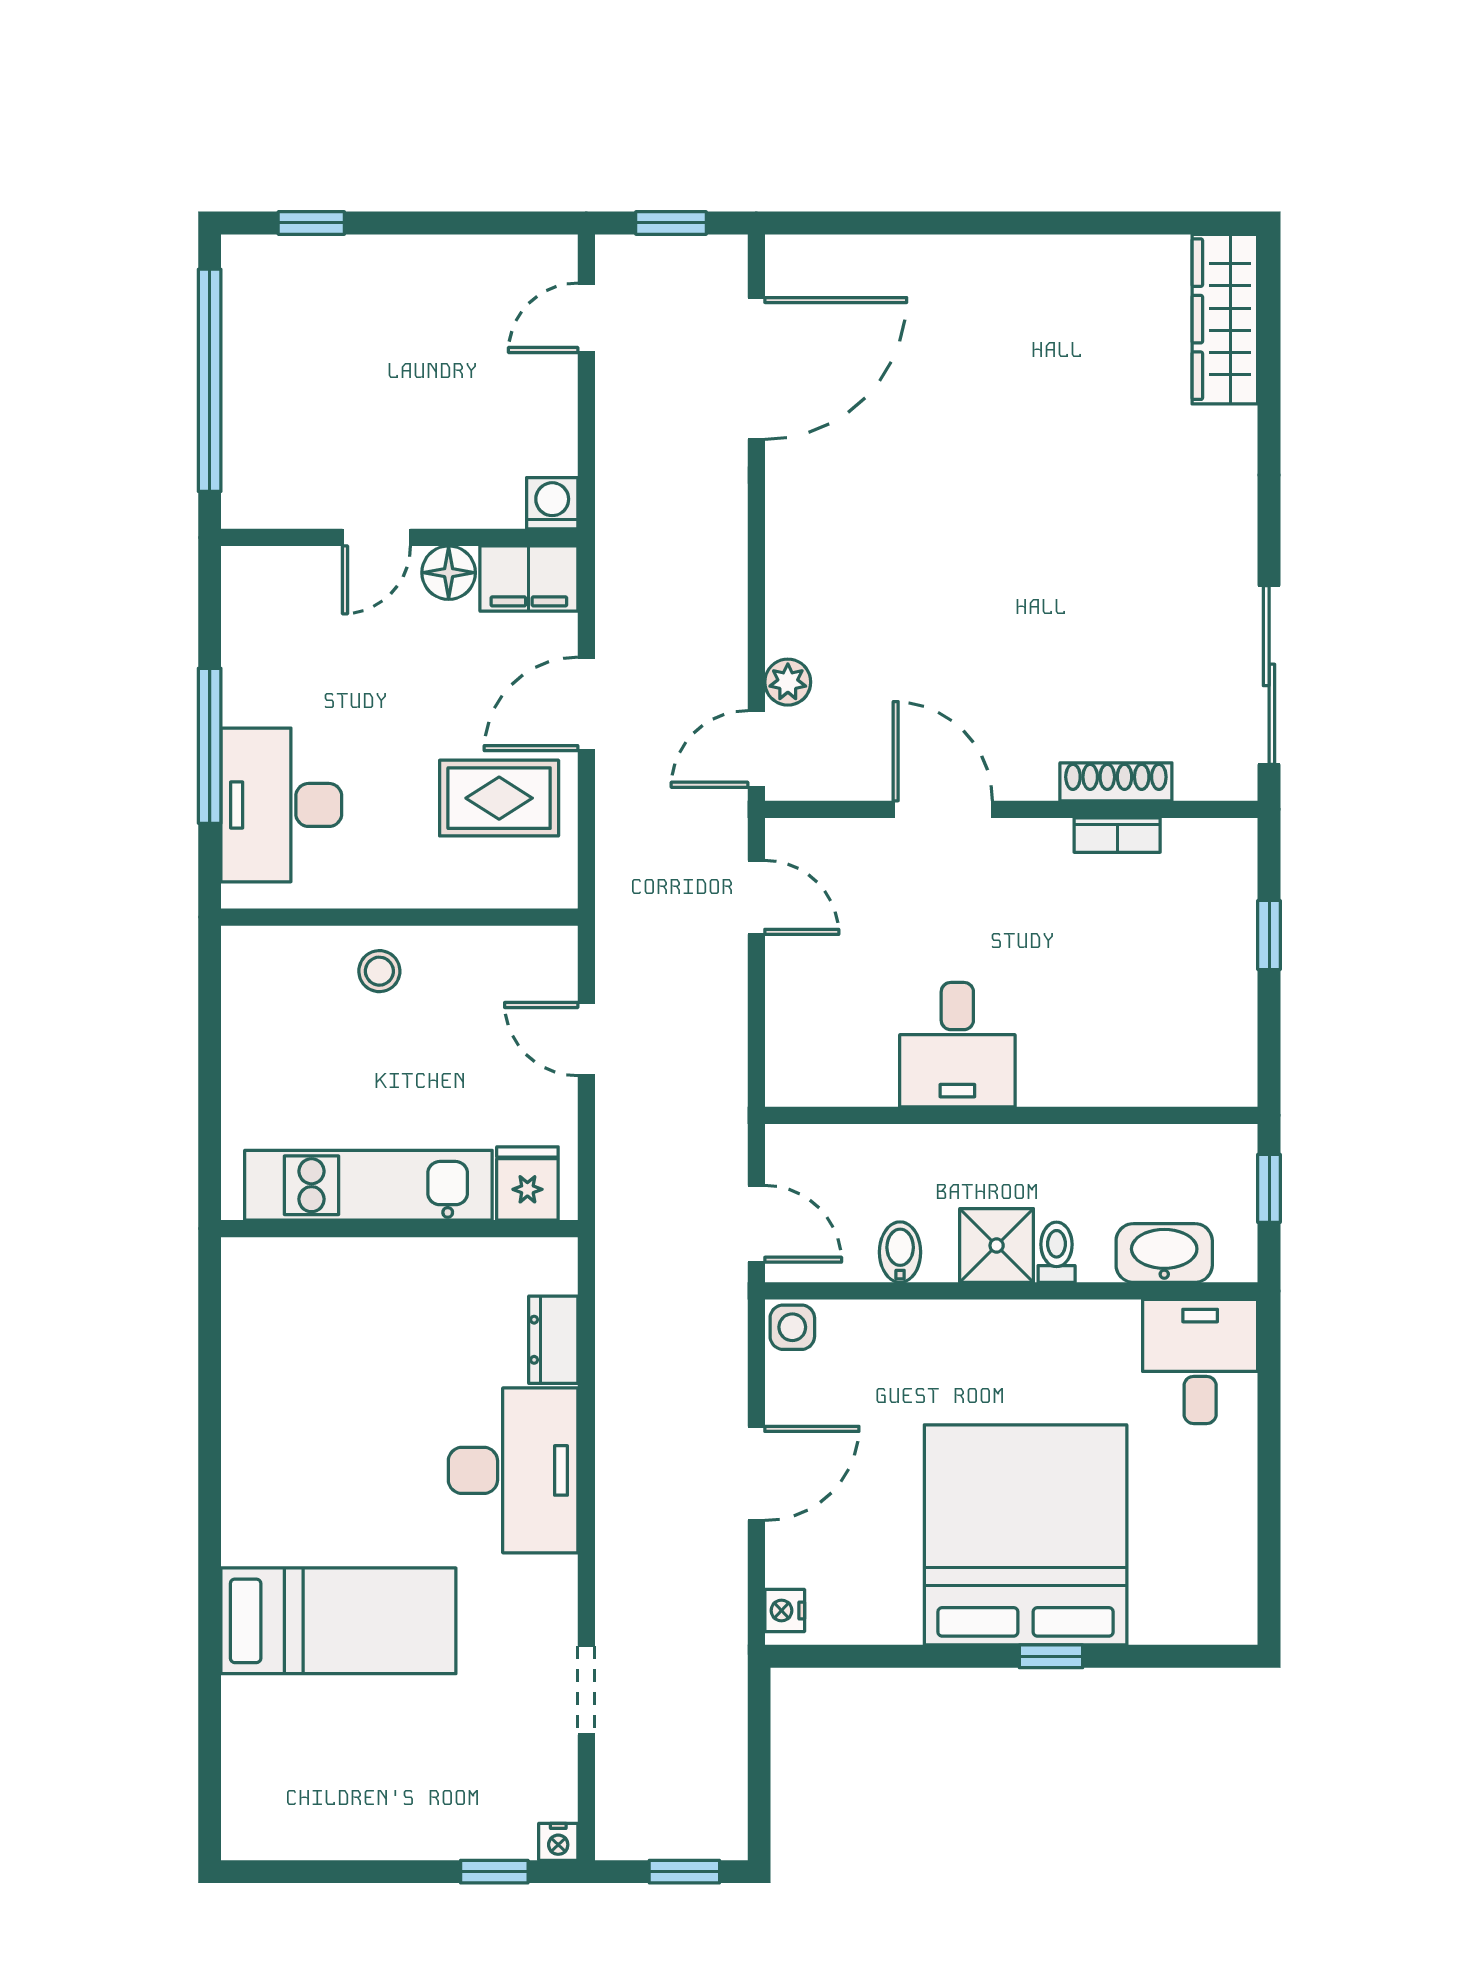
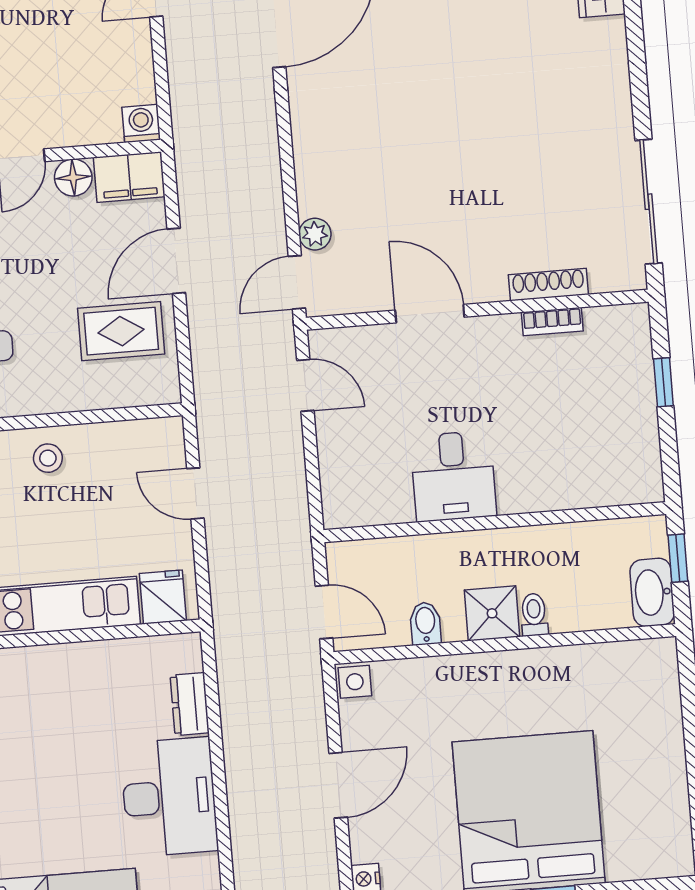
washbasin: (1164, 1253) -> (652, 592), moved, turned -90
desk: (1200, 1361) -> (640, 682), removed

